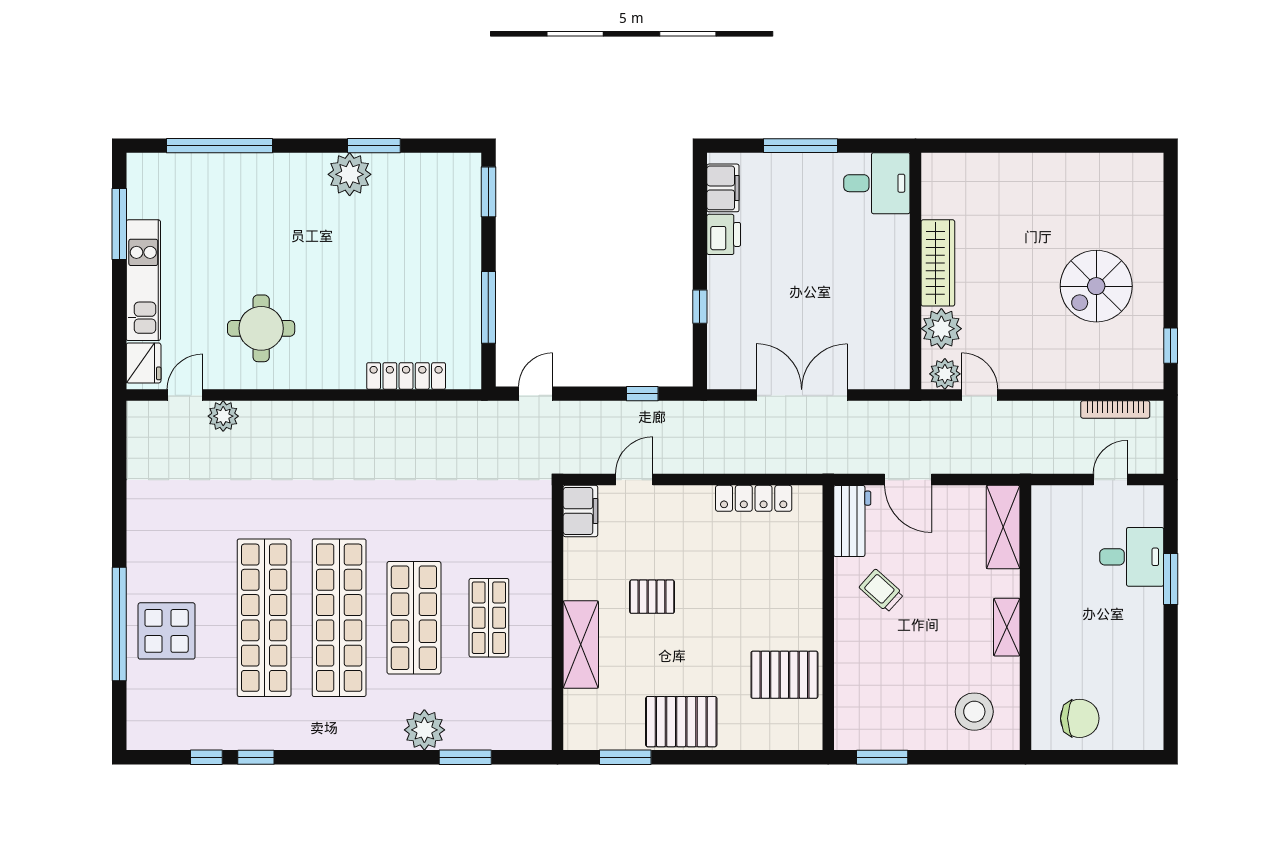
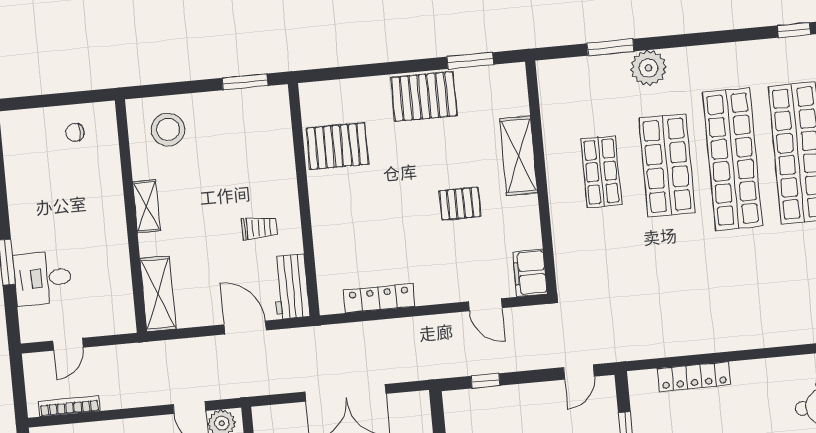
door: (634, 480) -> (485, 305), hinge flipped
trolley: (881, 591) -> (259, 228), turned -42
chair: (1080, 718) -> (75, 132), width x0.54, depth x0.54

